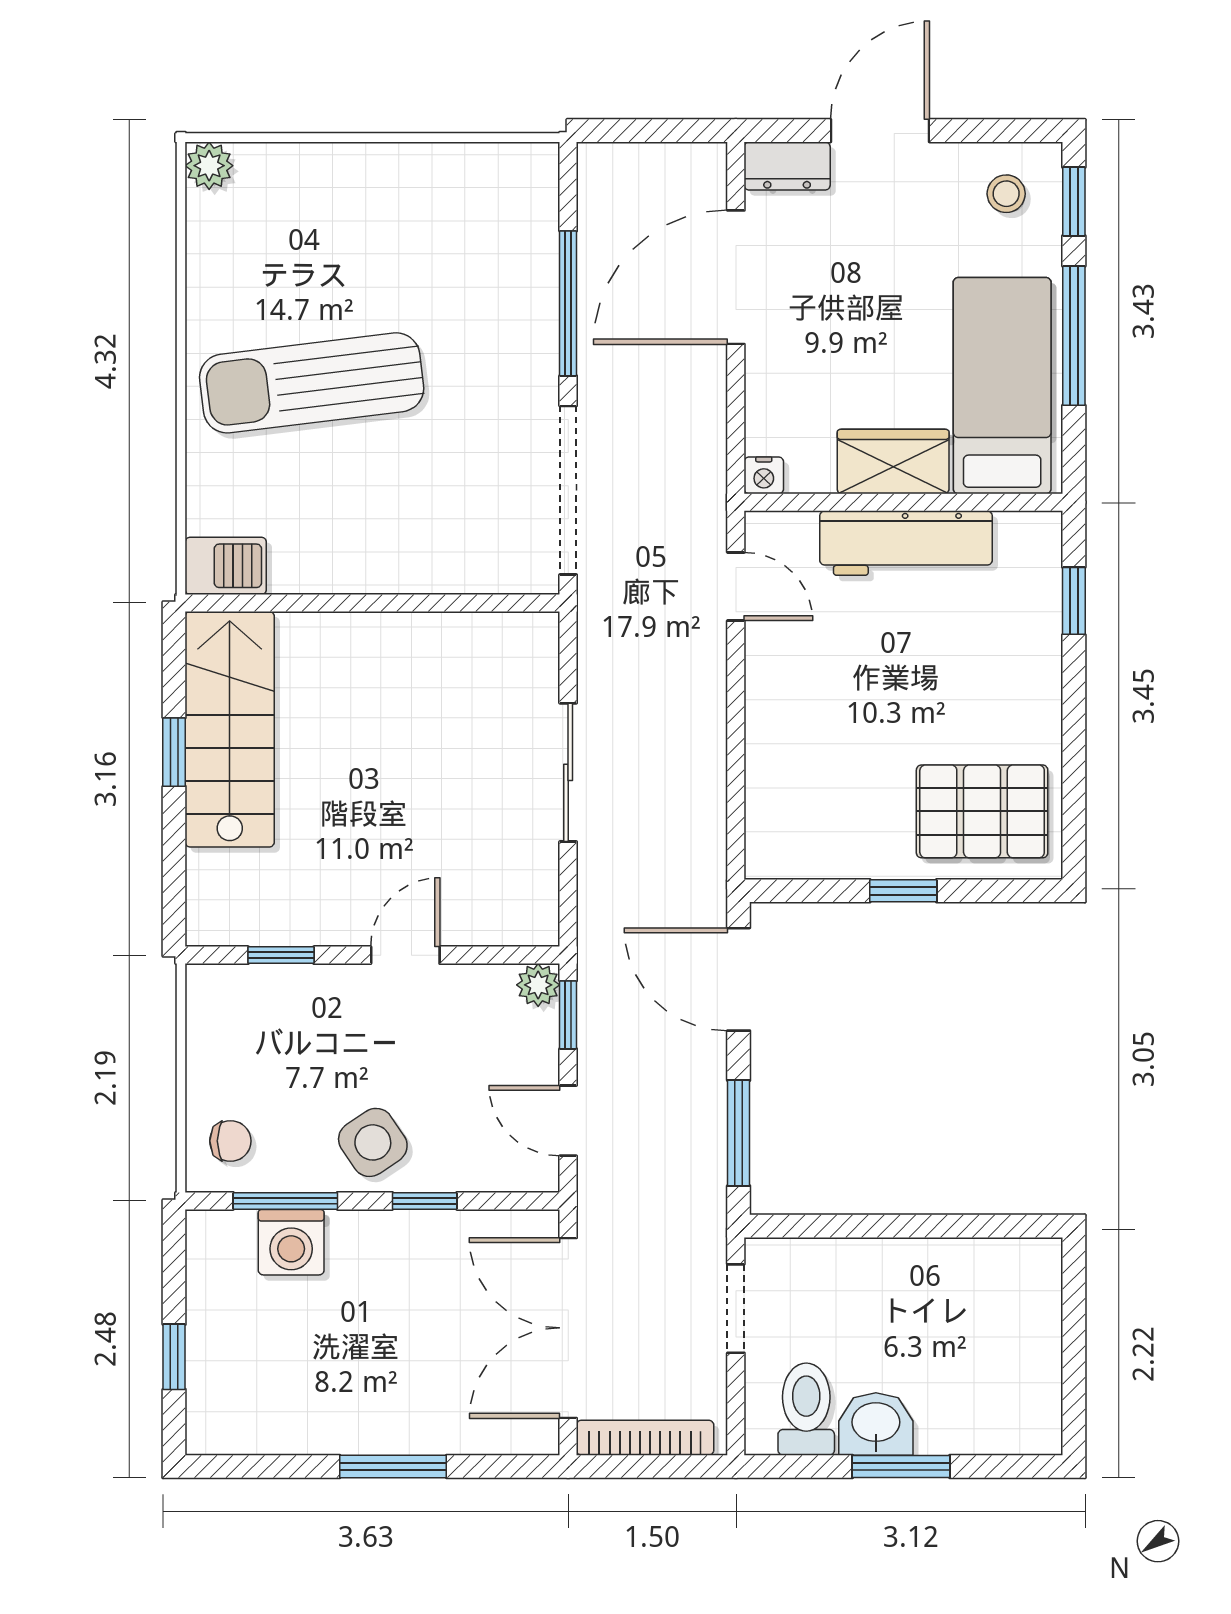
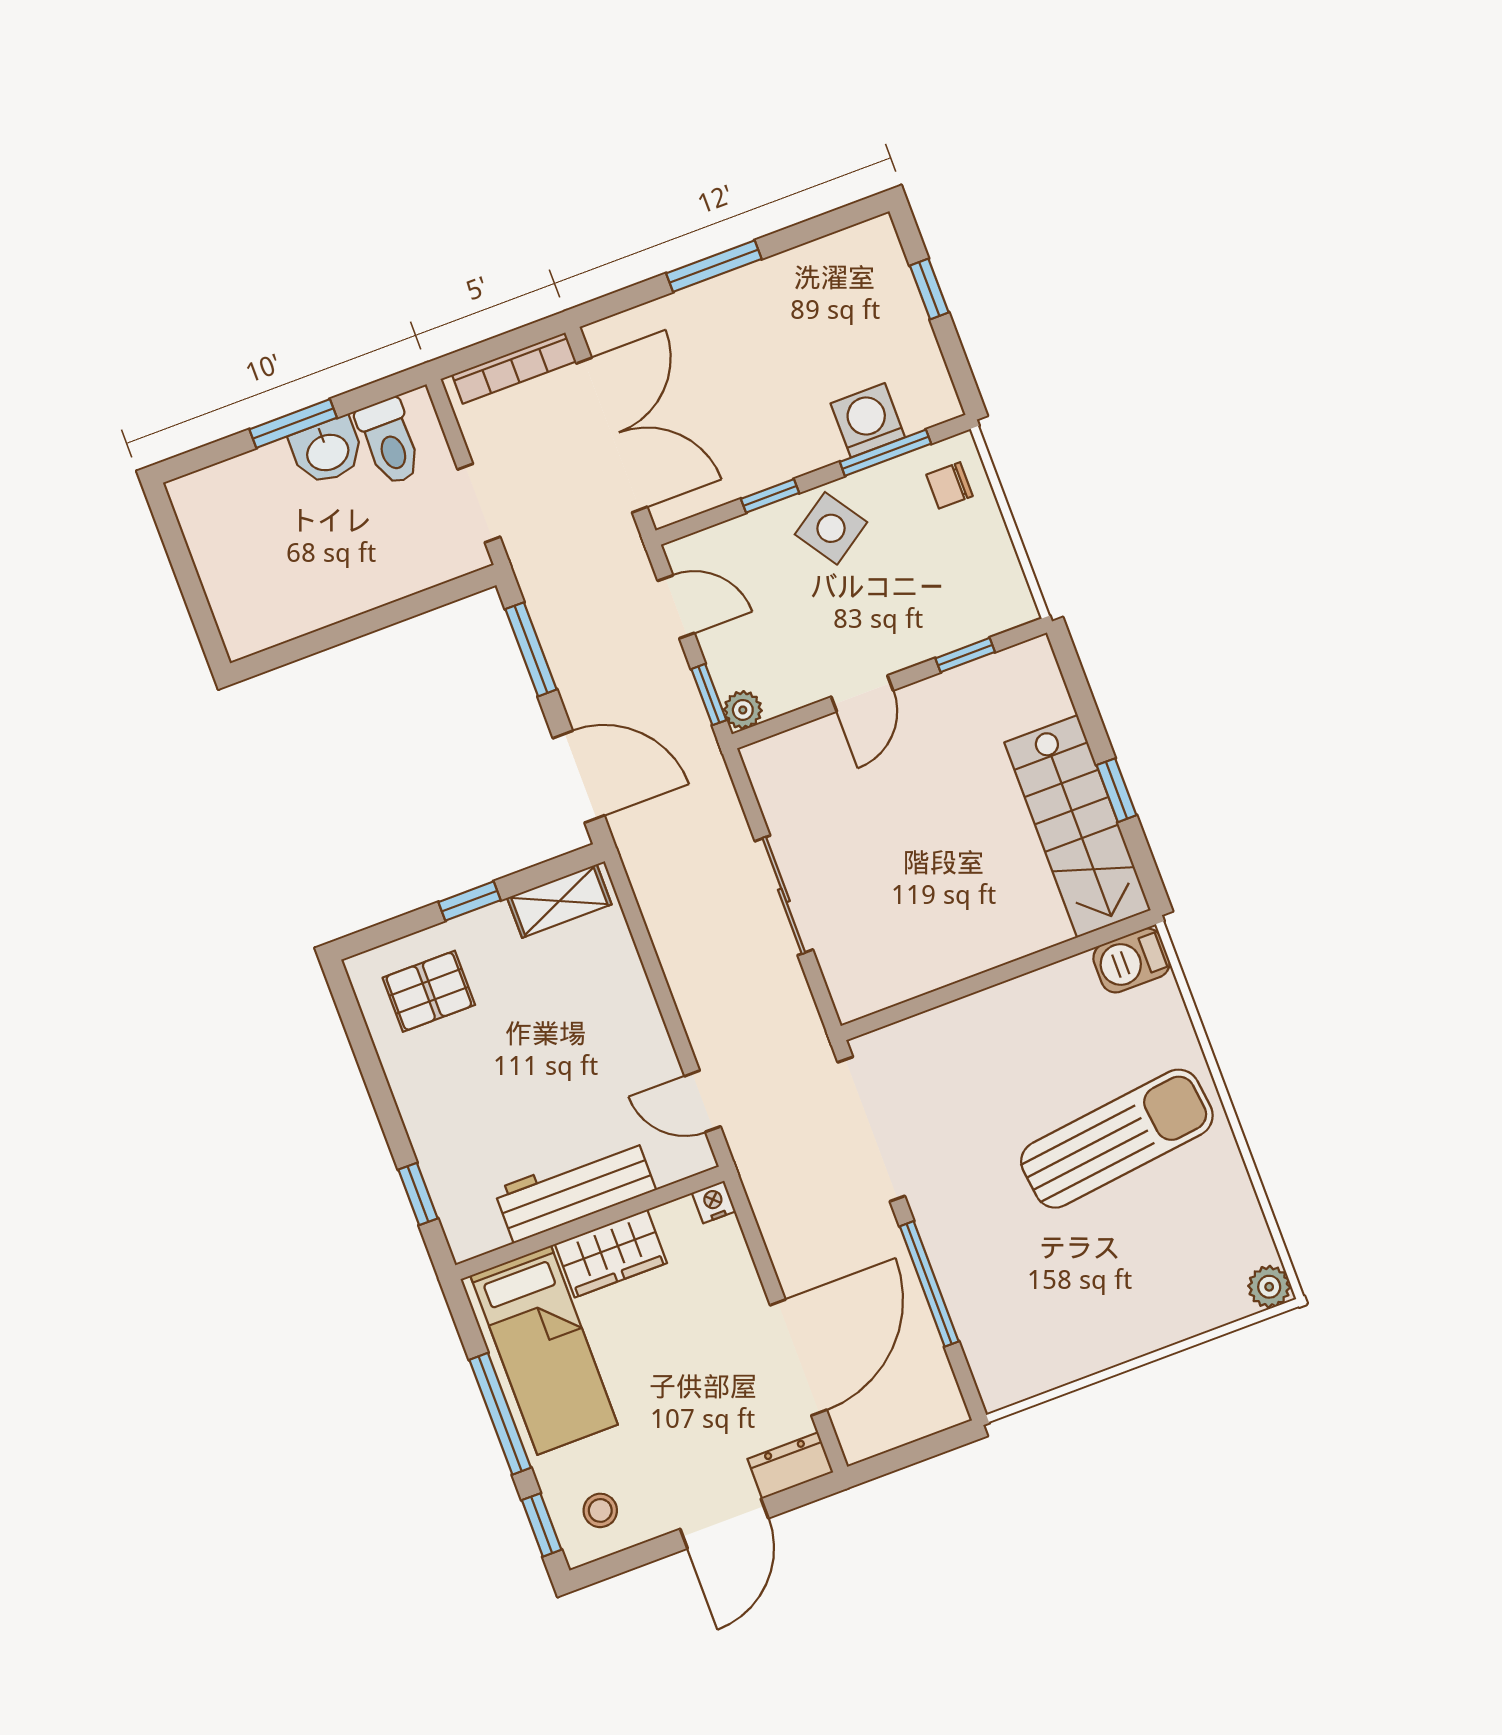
pallet: (982, 811) -> (429, 991), width x0.67, depth x0.71
shelving: (808, 855) -> (559, 901), added

